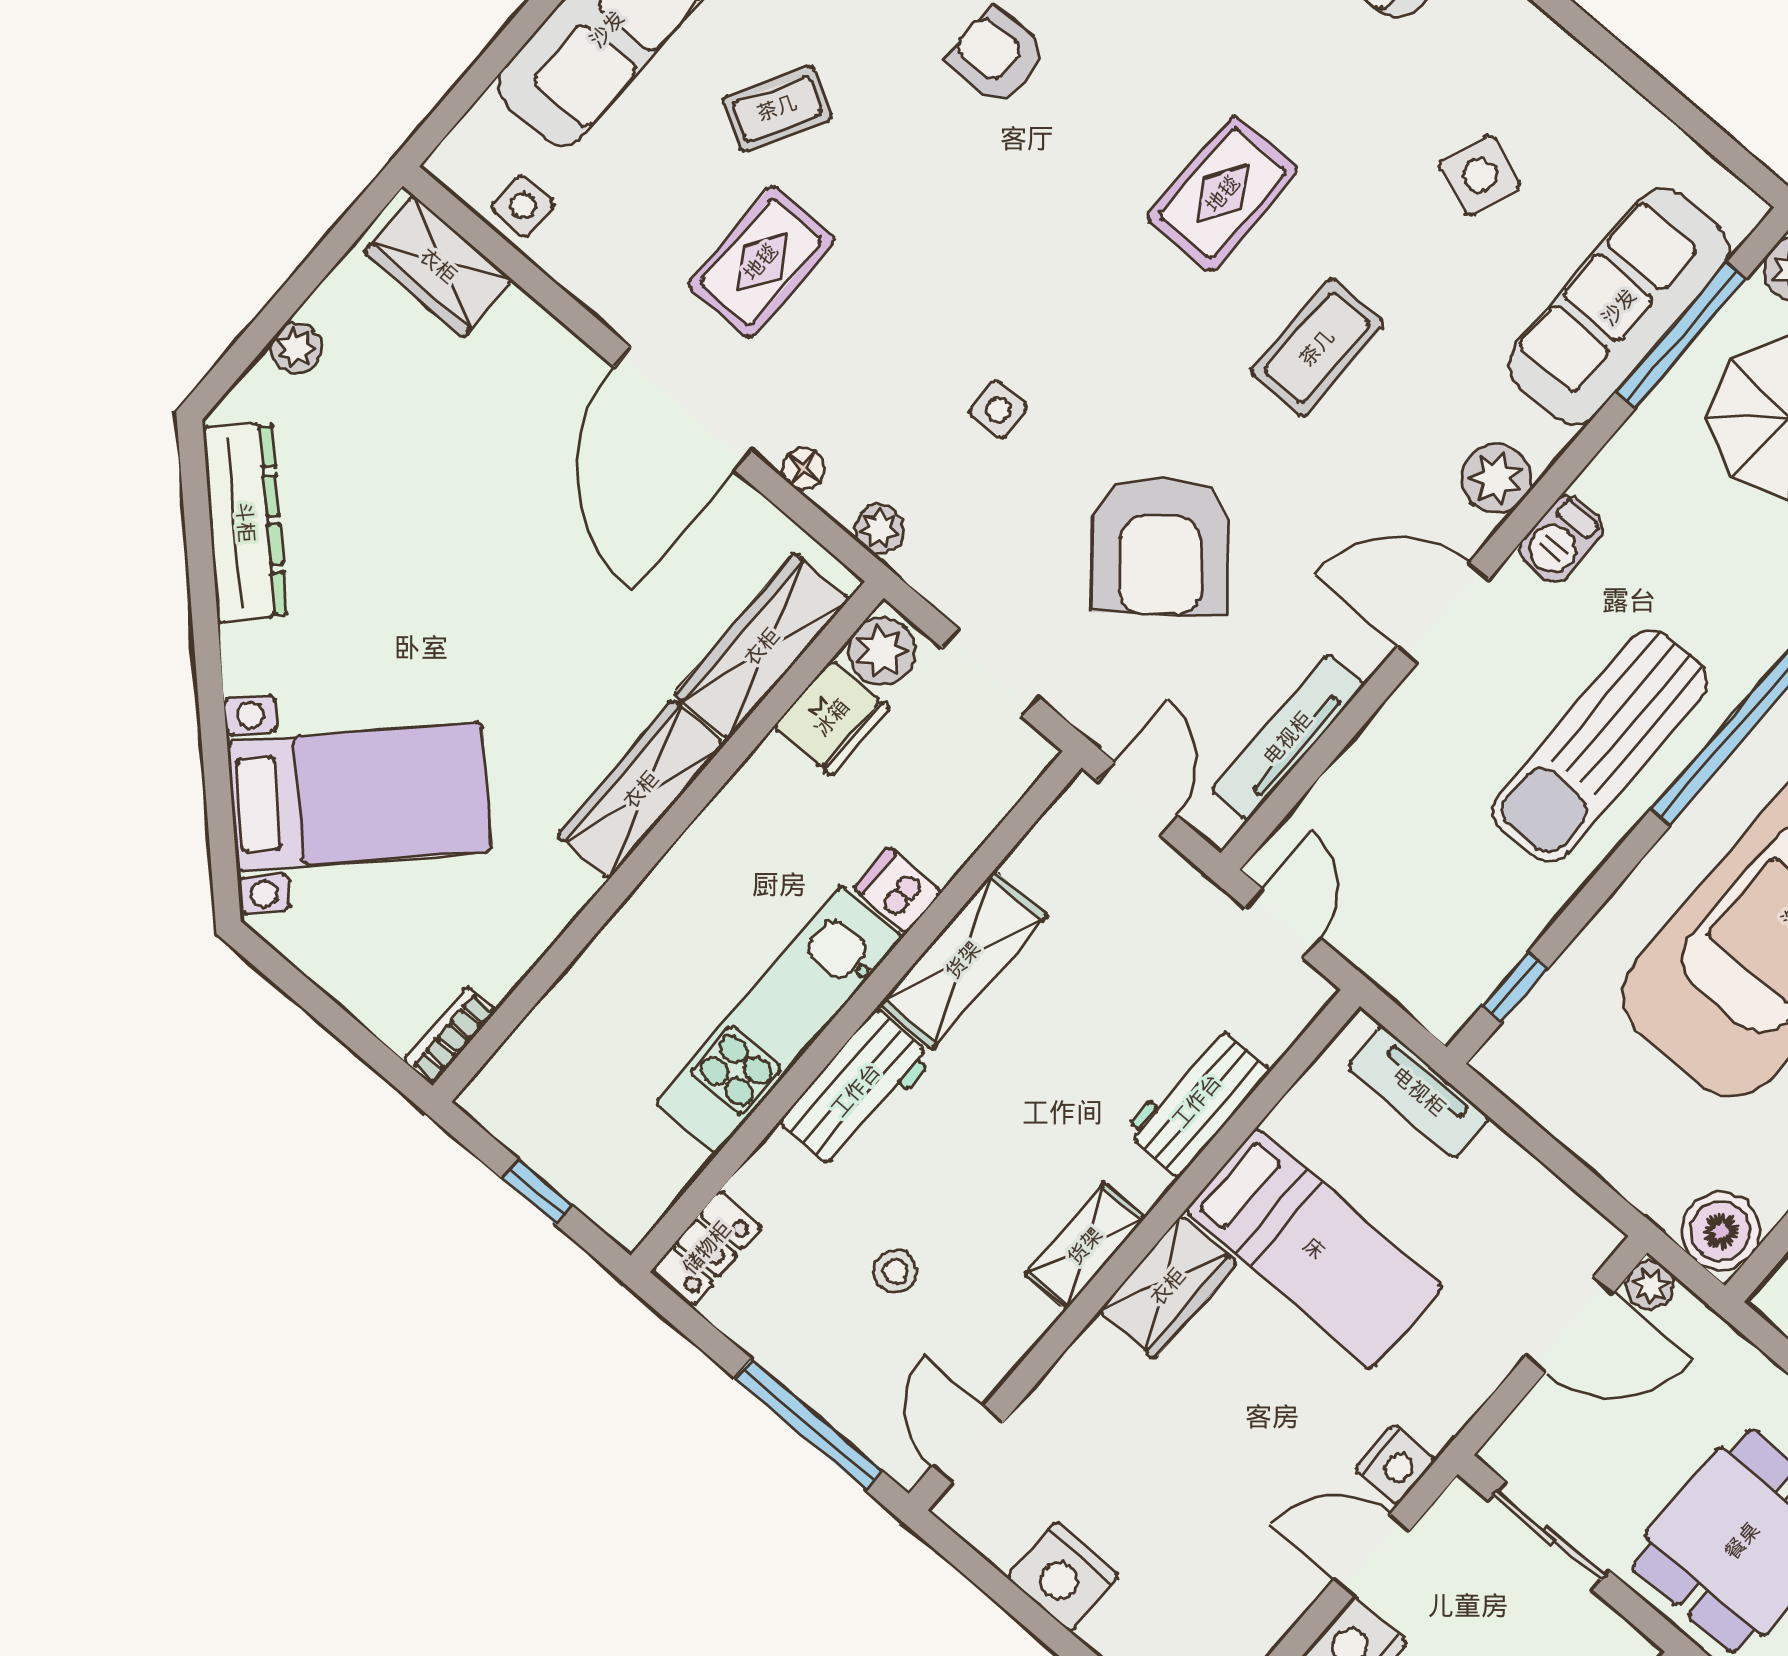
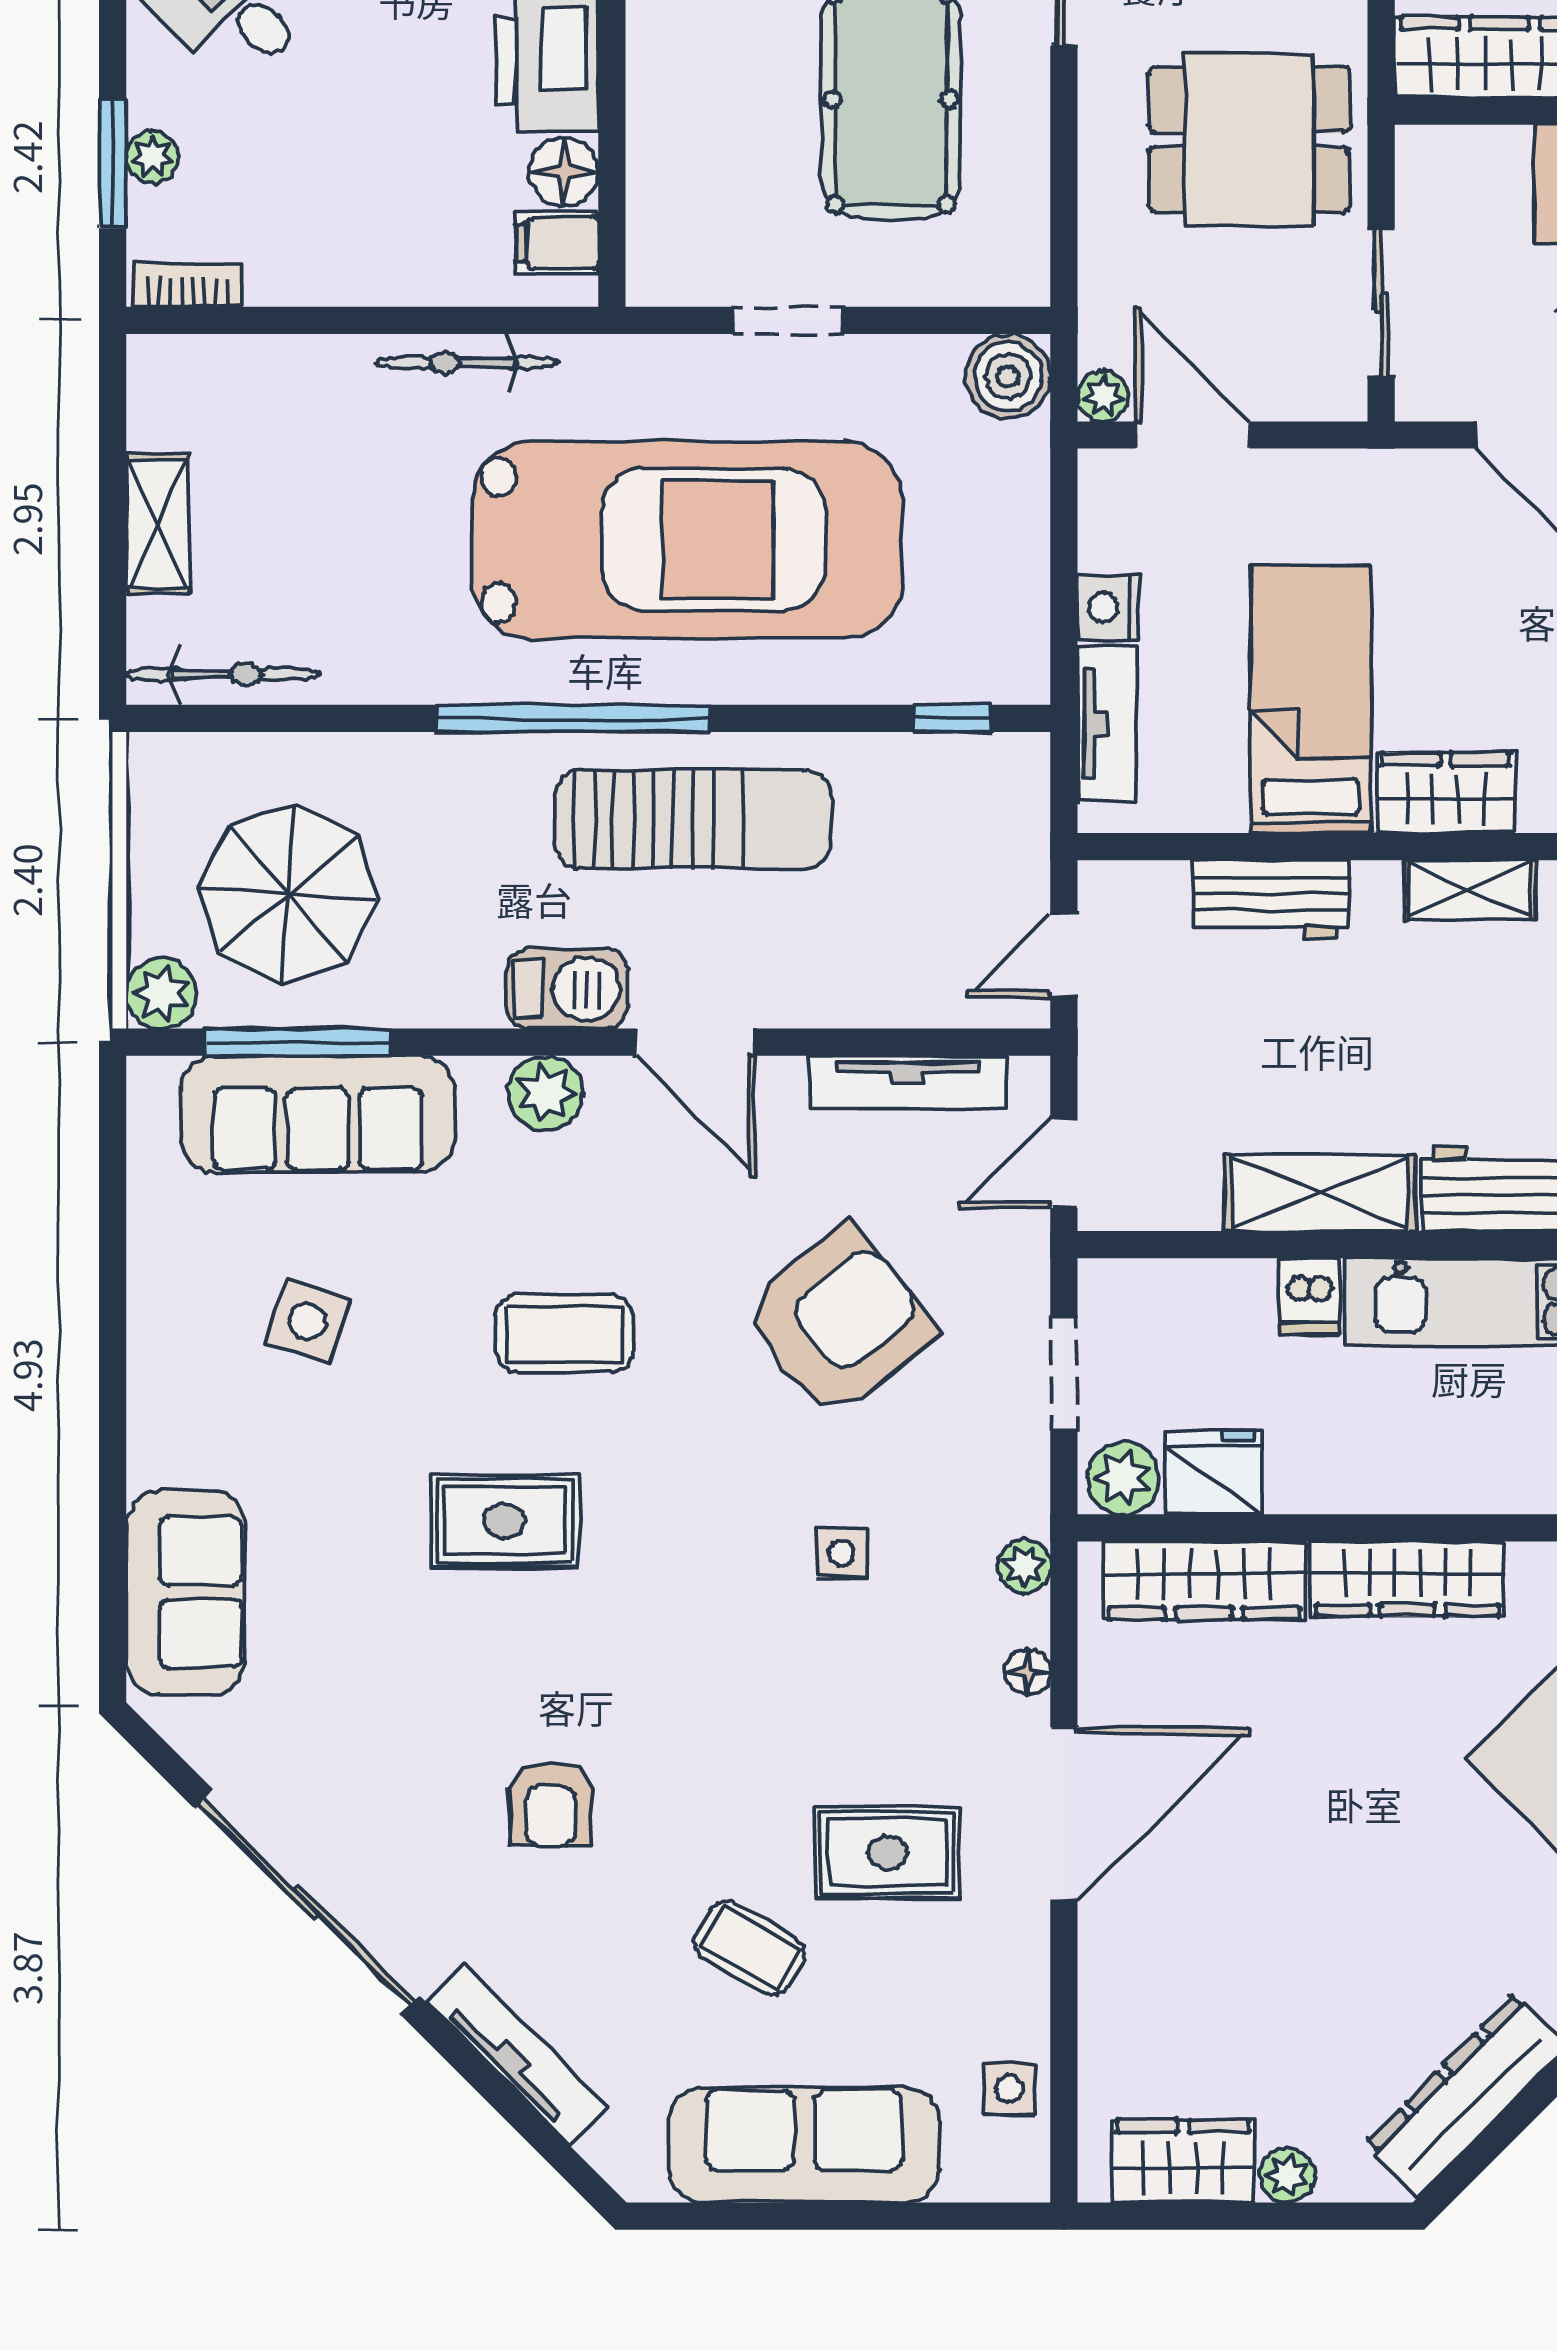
wardrobe: (438, 266) -> (1183, 2161), moved, turned -90
barbecue: (1561, 539) -> (567, 989), width x1.38, depth x1.27
nightstand: (1395, 1465) -> (1108, 607), moved, turned -90

